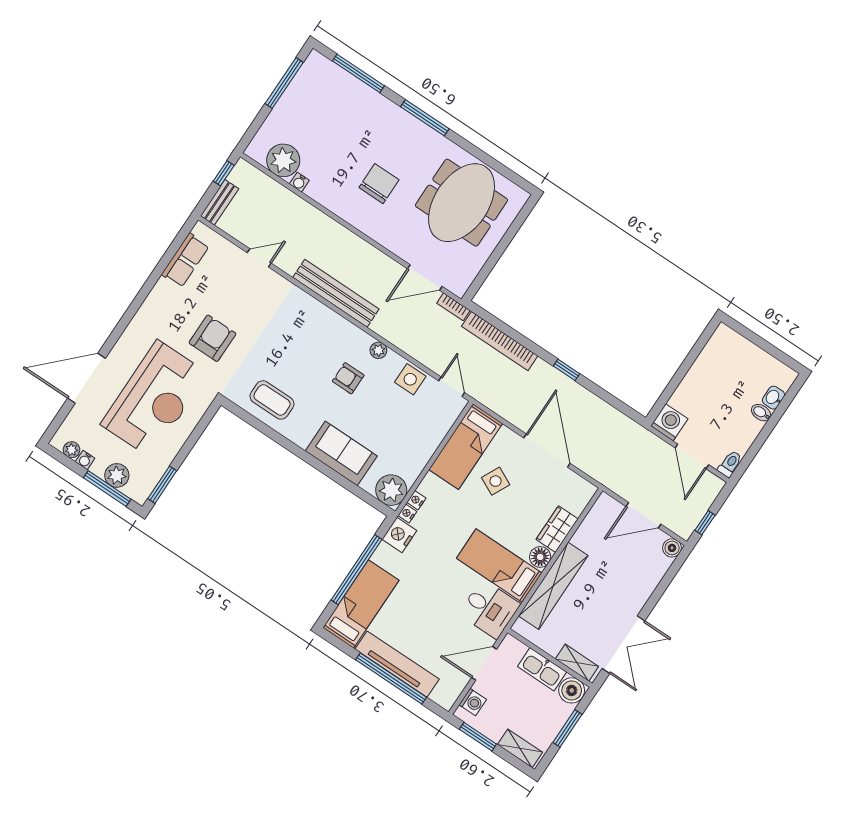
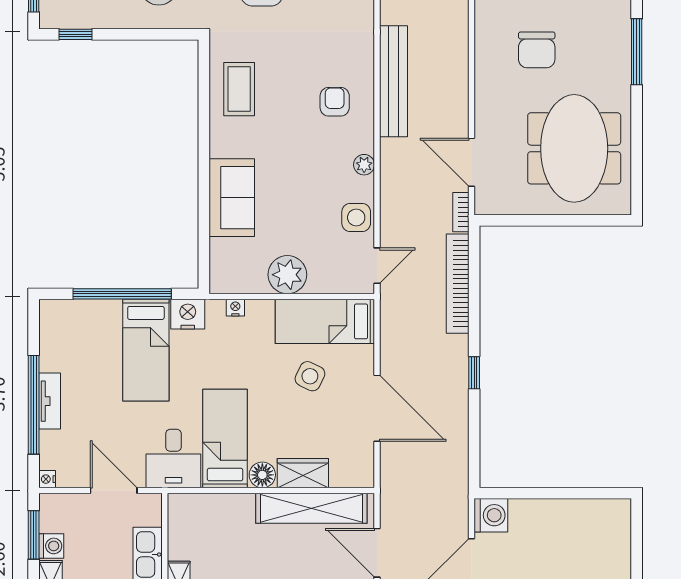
chair: (379, 184) -> (537, 50), turned 90
meeting table: (462, 203) -> (574, 148), turned 90
armchair: (348, 378) -> (335, 102), moved
door: (547, 451) -> (377, 408), hinge flipped
window: (162, 485) -> (76, 34), width x0.67
plant: (391, 490) -> (287, 275), moved
nightstand: (407, 513) -> (47, 479), moved, turned -90
shelving: (553, 586) -> (311, 508), moved
bed: (361, 604) -> (146, 350), moved, turned 90
tv unit: (397, 664) -> (50, 401), width x0.52, depth x0.78
washing machine: (473, 702) -> (51, 546), moved, turned -90

